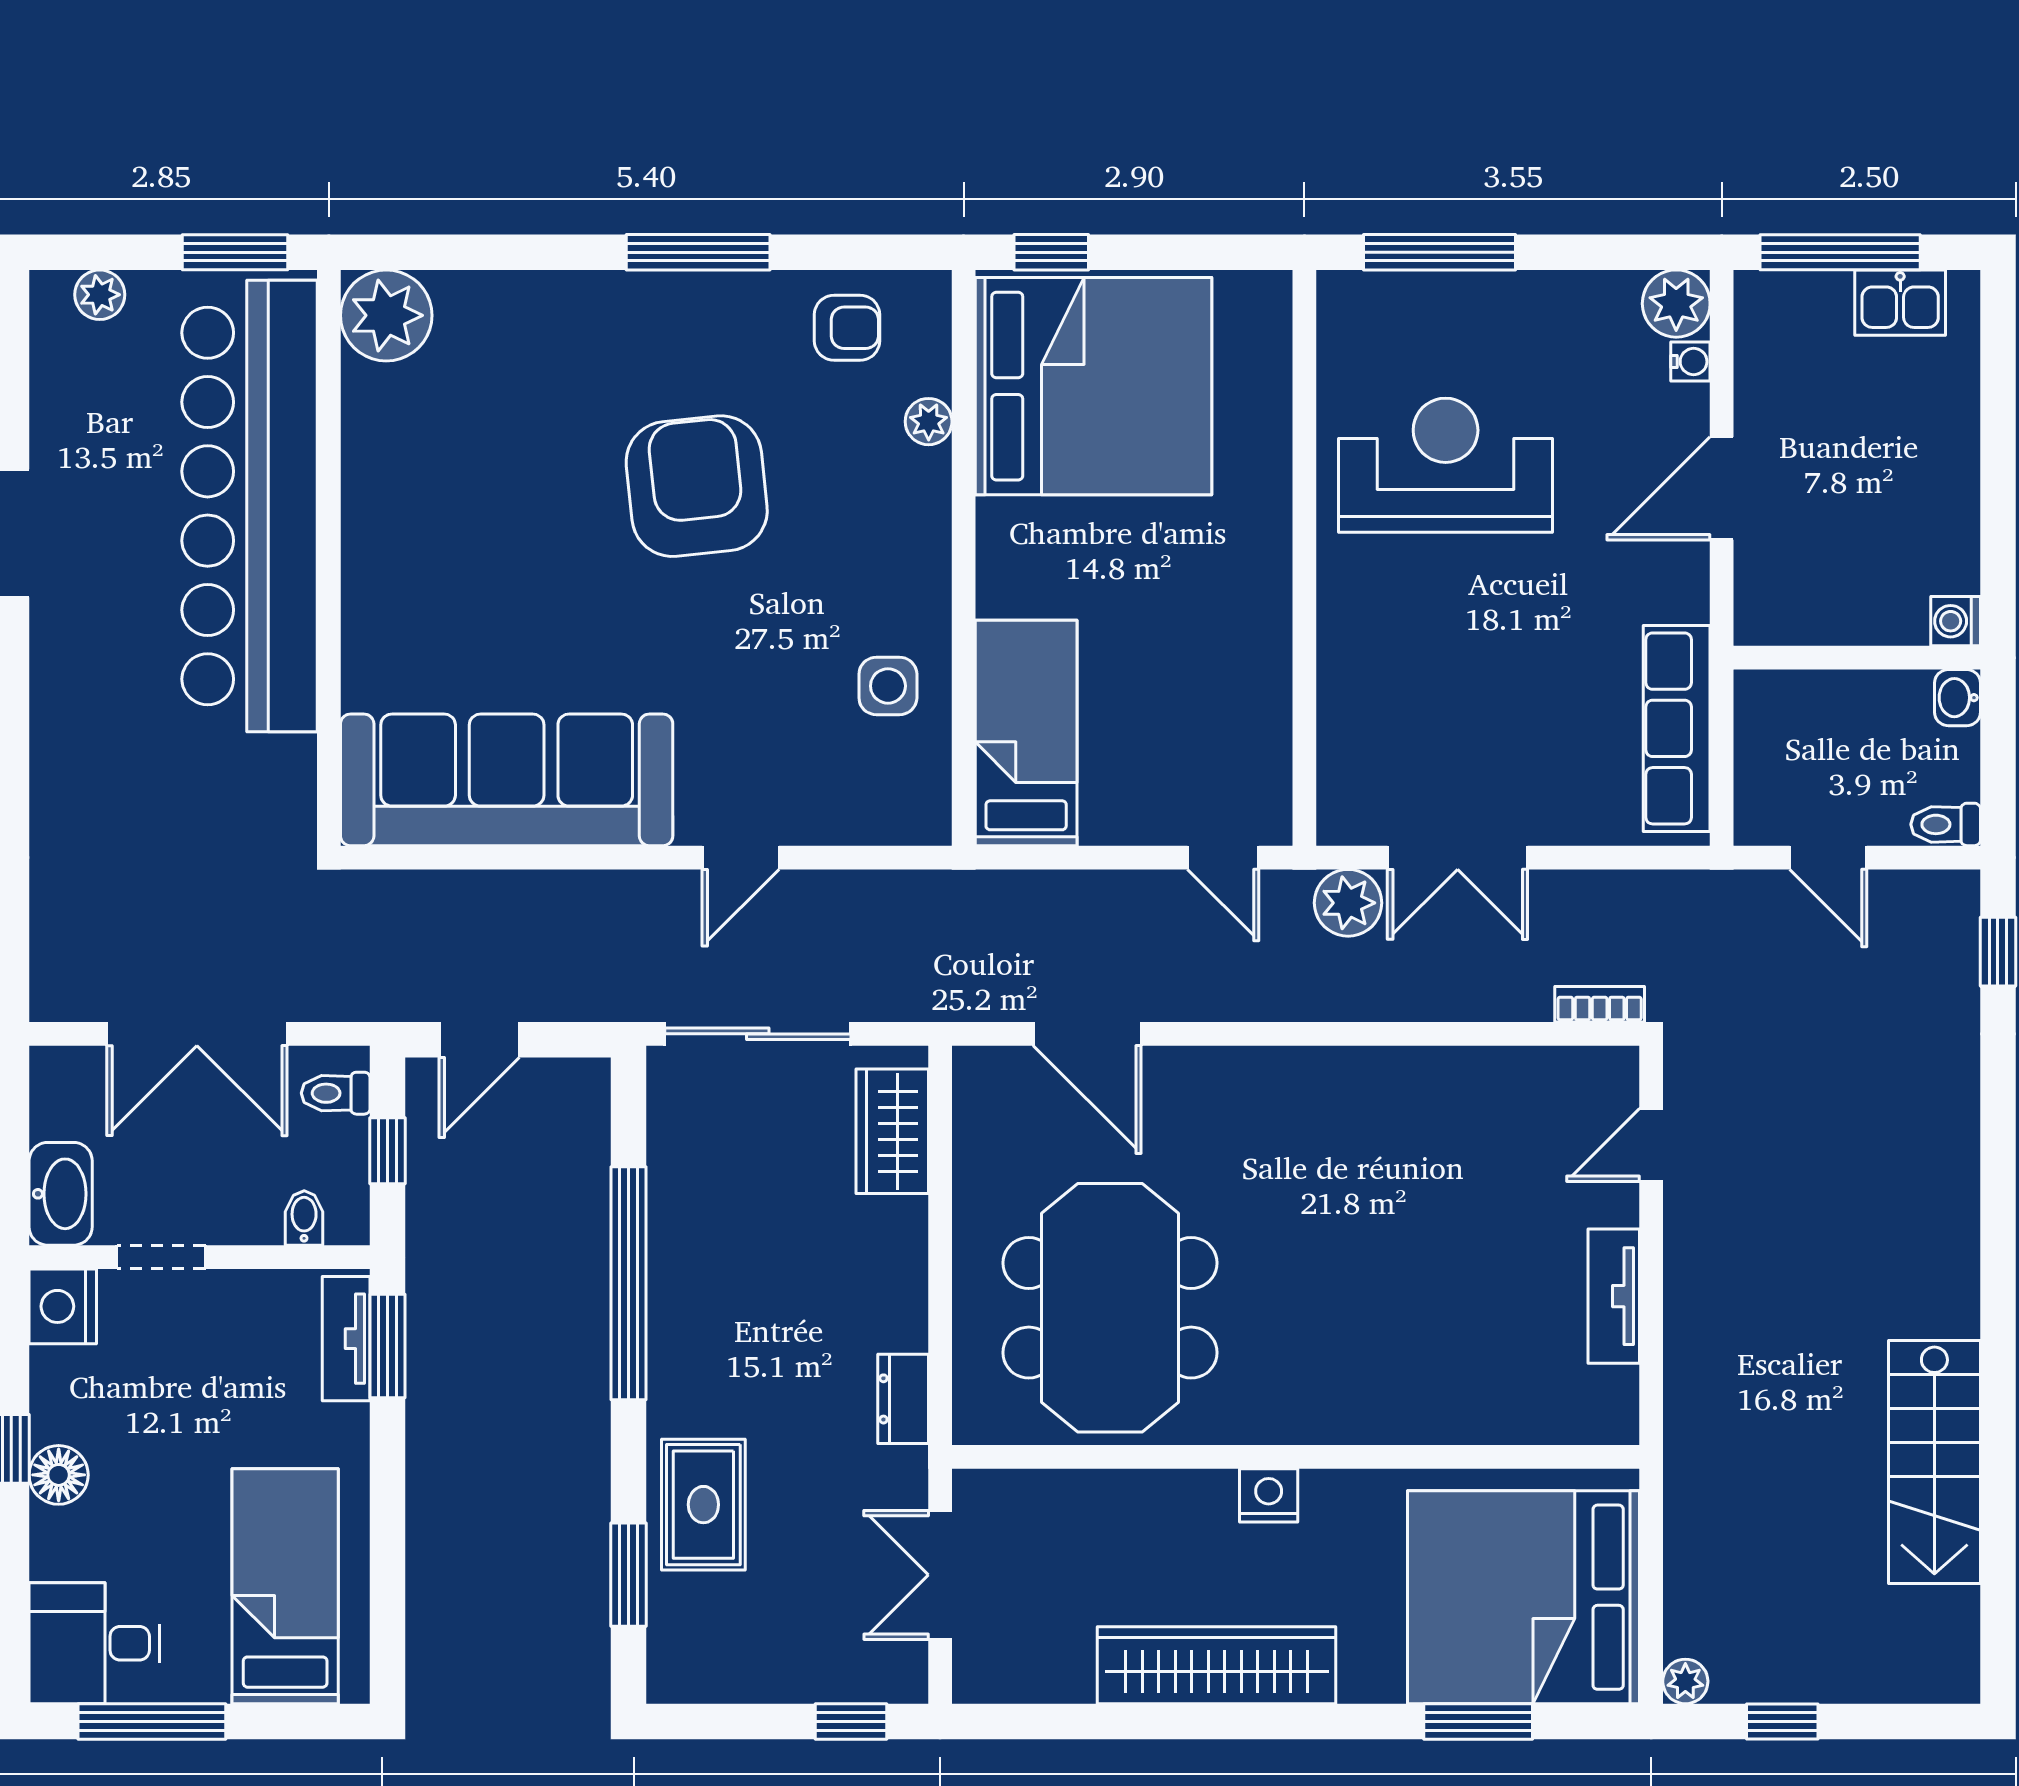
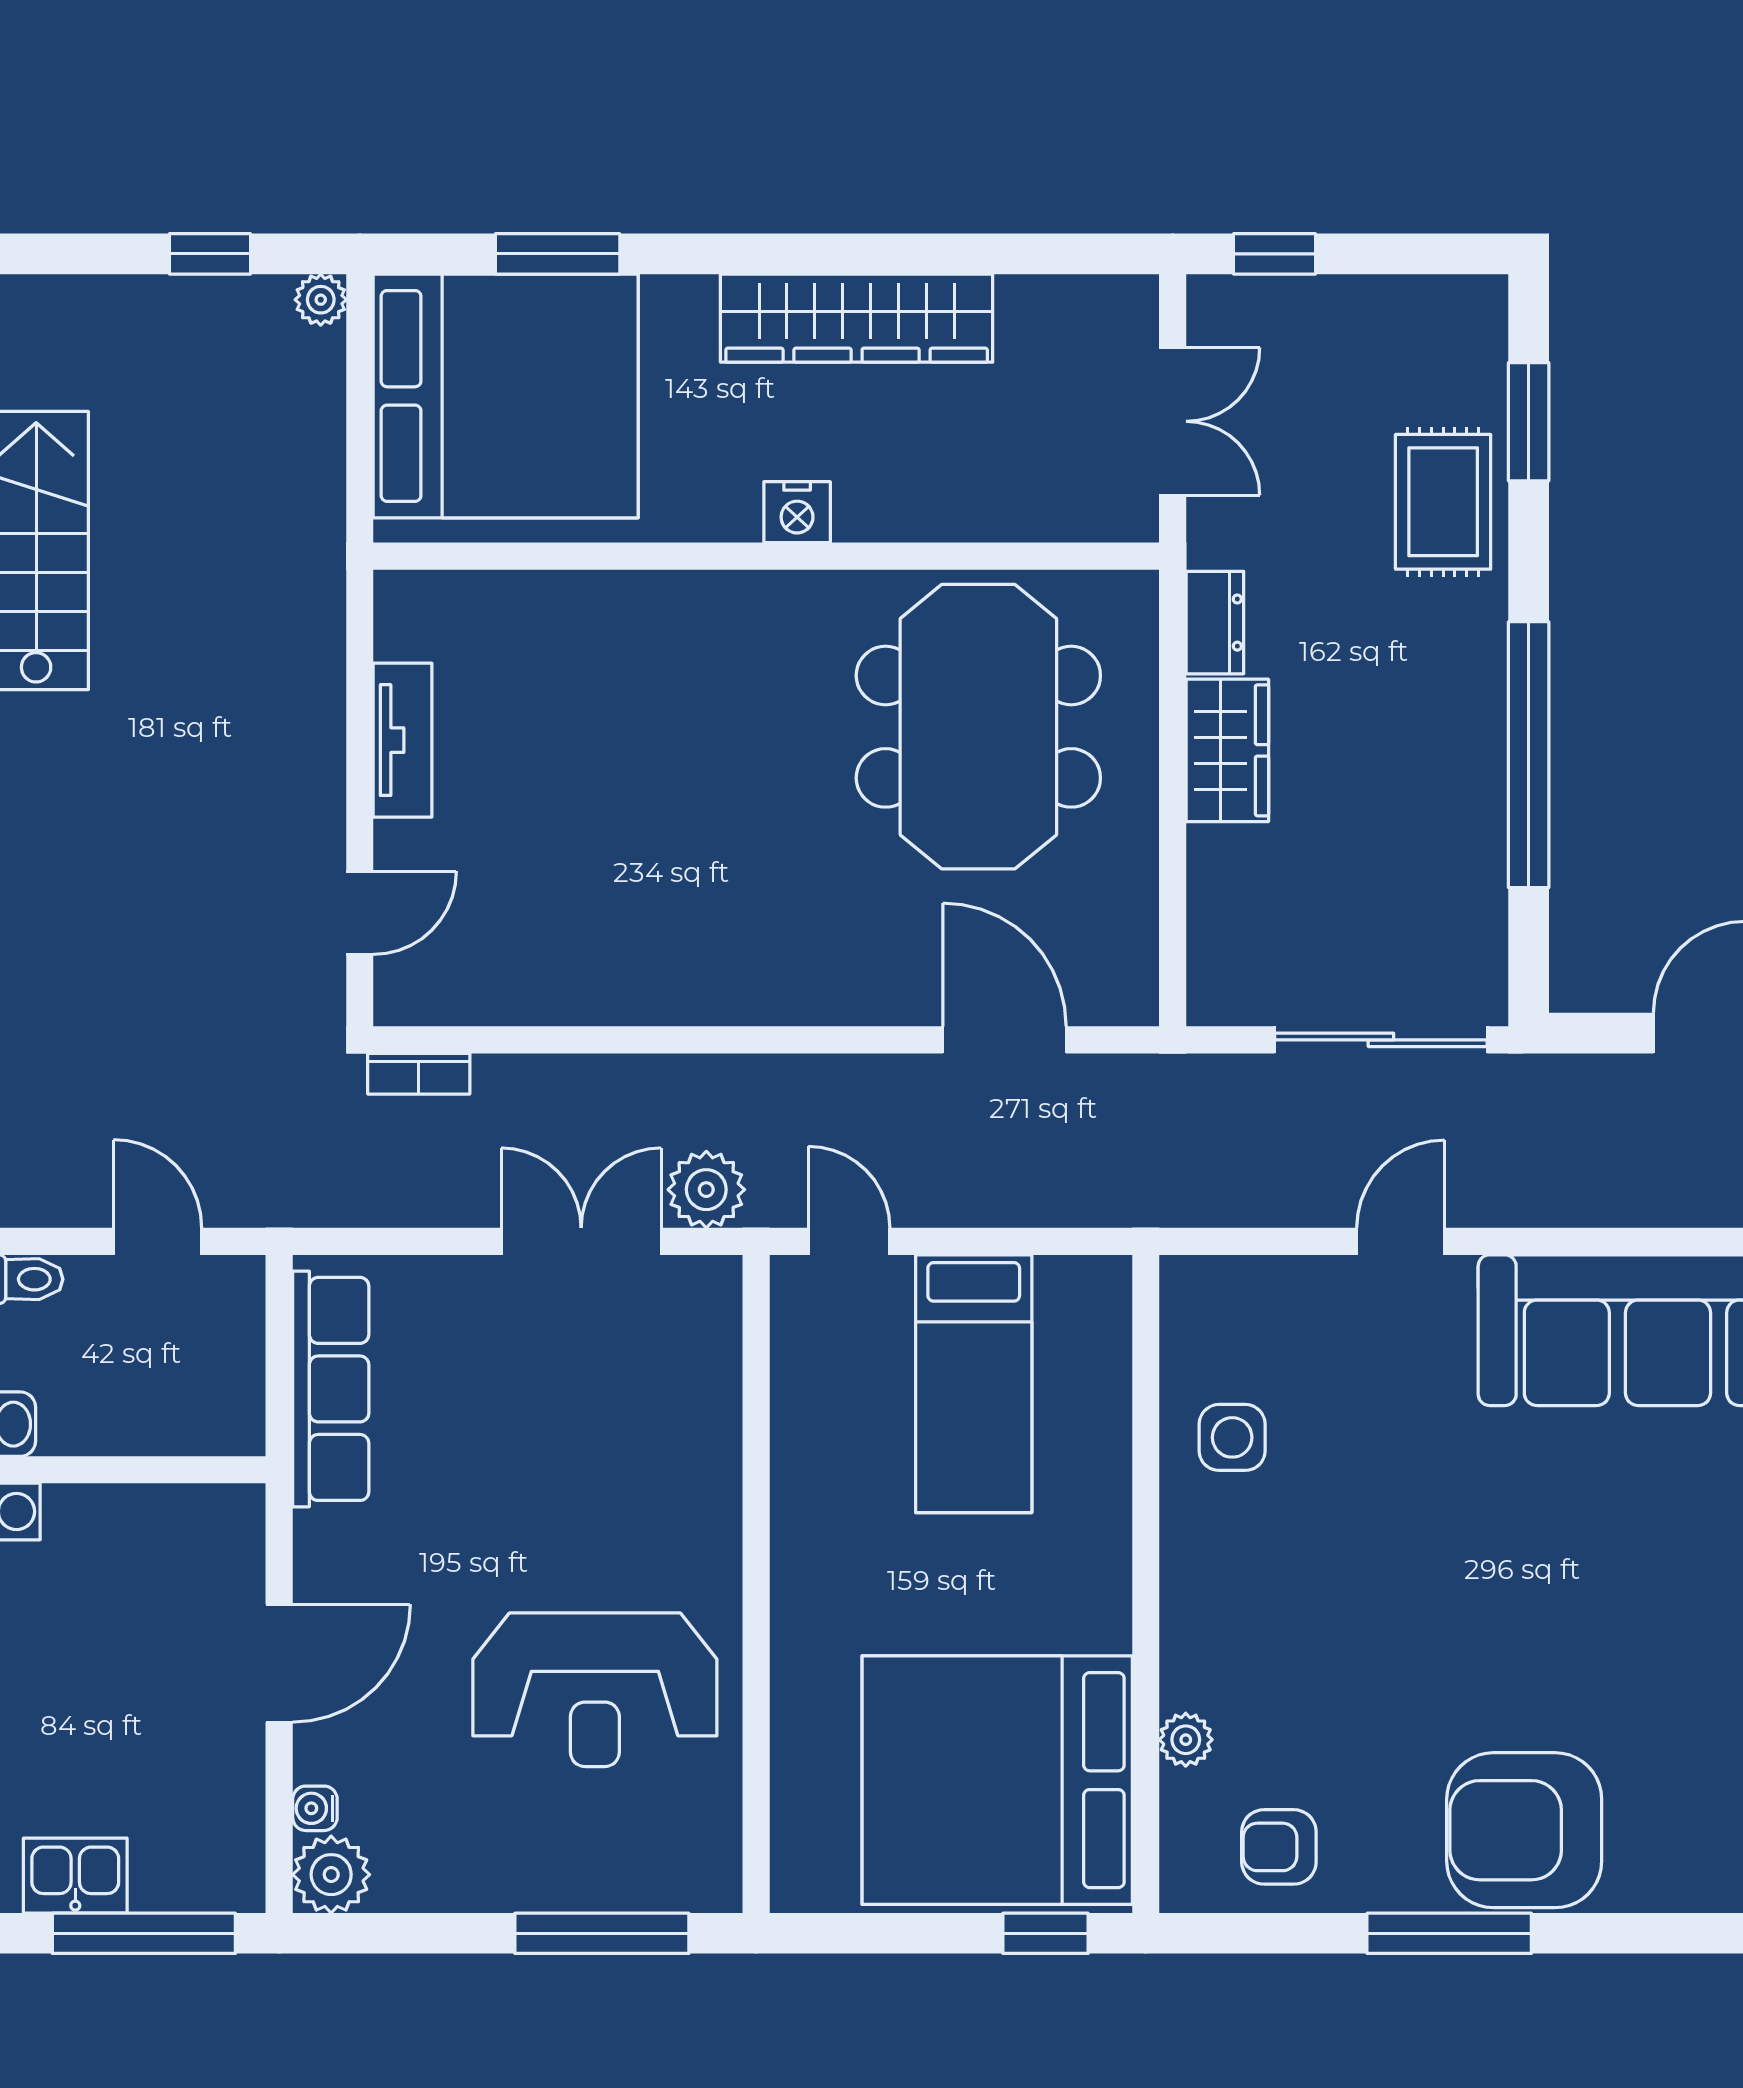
armchair: (697, 486) -> (1524, 1830), moved, turned 96
bed: (1026, 733) -> (974, 1384), moved
wardrobe: (892, 1131) -> (1227, 750), moved

